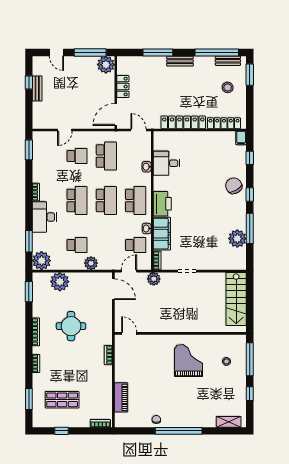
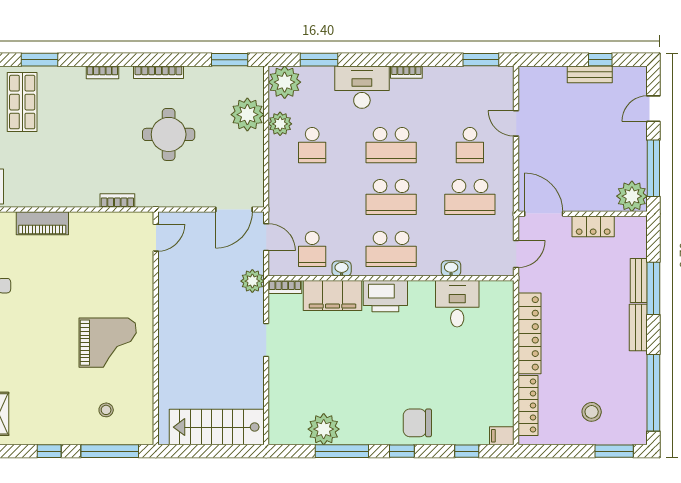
bench: (228, 61) -> (639, 281), moved
chair: (234, 186) -> (417, 423), turned -151
plant: (91, 263) -> (280, 124), moved
shop shelf: (62, 400) -> (22, 102), moved

